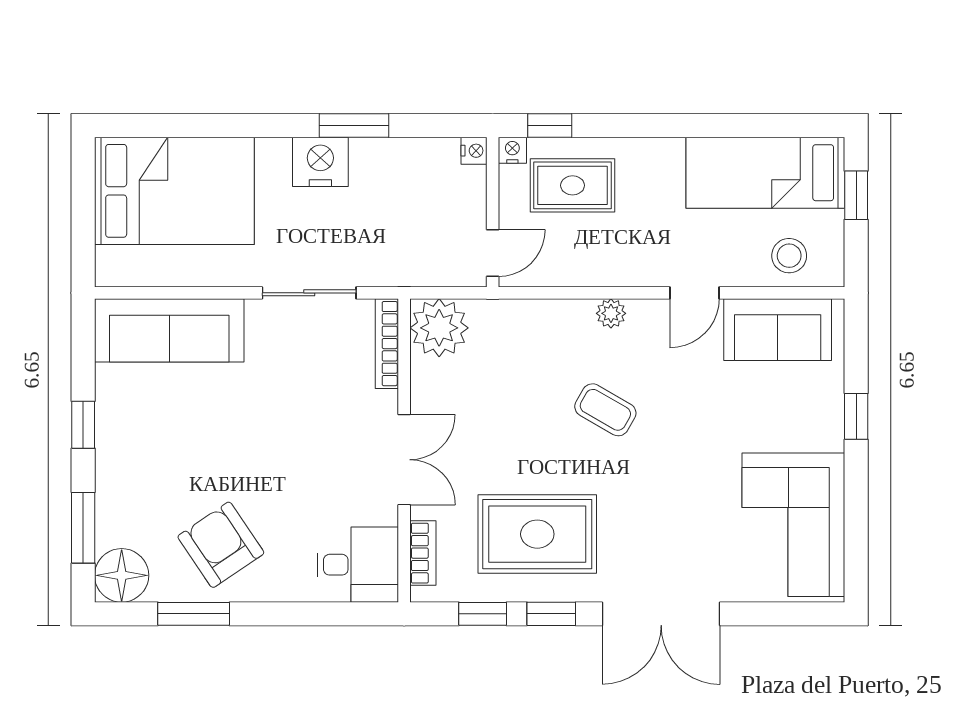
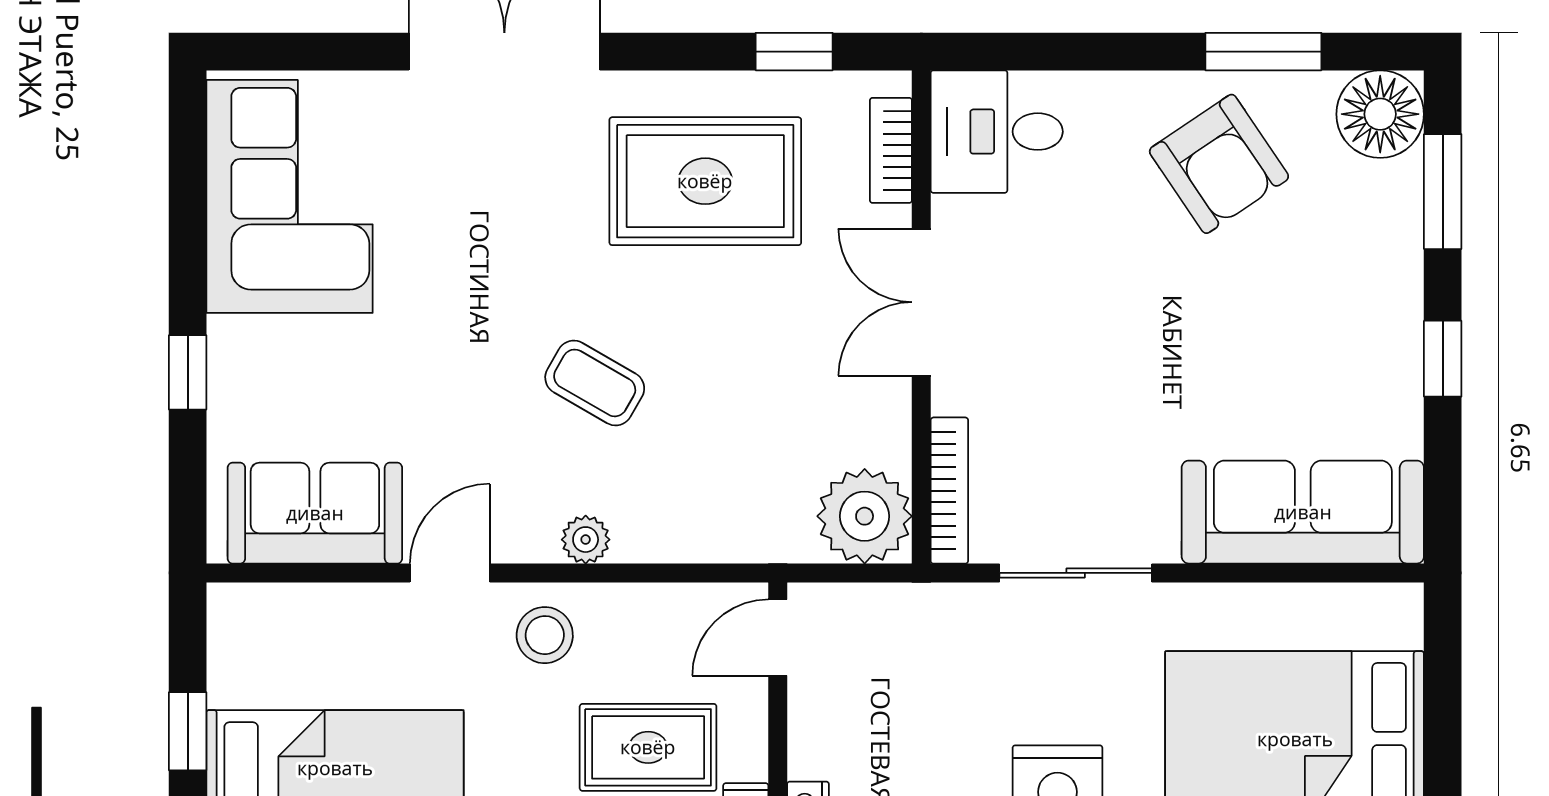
stool: (789, 256) -> (545, 635), moved
window: (551, 614) -> (683, 52), removed

